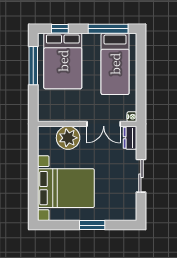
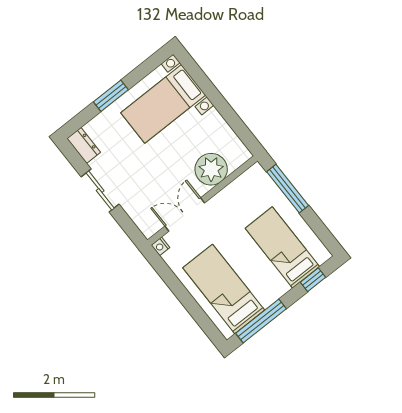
bed: (63, 61) -> (282, 247), width x0.67
window: (33, 66) -> (288, 189), moved
dresser: (130, 138) -> (84, 145), moved
bed with nightstands: (66, 188) -> (163, 104), width x0.73

